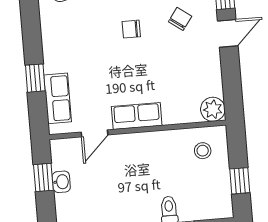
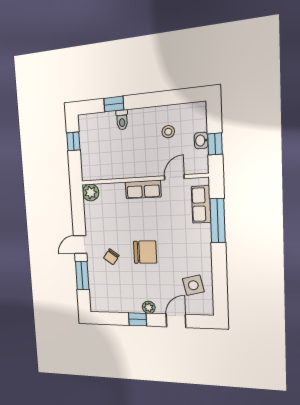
chair: (131, 29) -> (145, 252), width x1.87, depth x1.87
window: (35, 78) -> (218, 221), width x2.17
stool: (203, 151) -> (168, 132), moved

